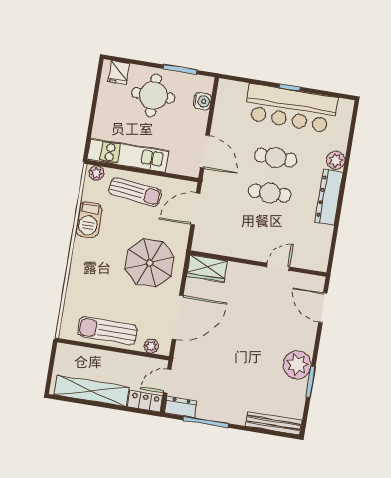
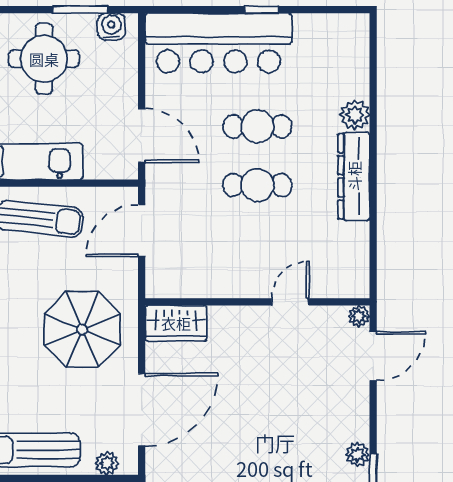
water cooler: (202, 101) -> (111, 27), moved, turned -90
bar counter: (291, 108) -> (218, 43), moved
plant: (318, 282) -> (359, 316), added
door: (323, 308) -> (373, 356), swing flipped
plant: (297, 365) -> (358, 455), width x0.53, depth x0.53

